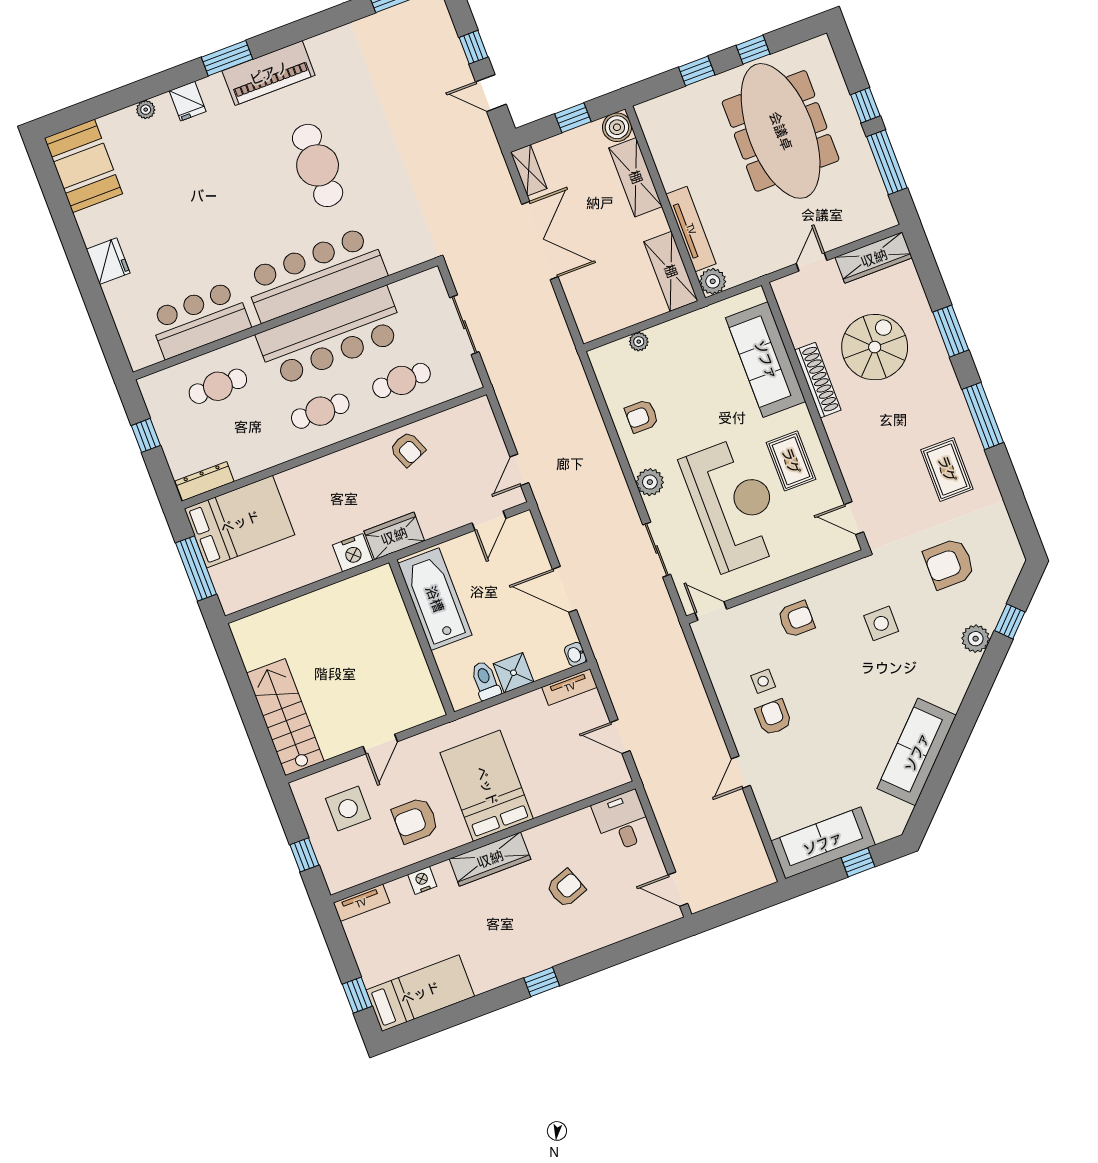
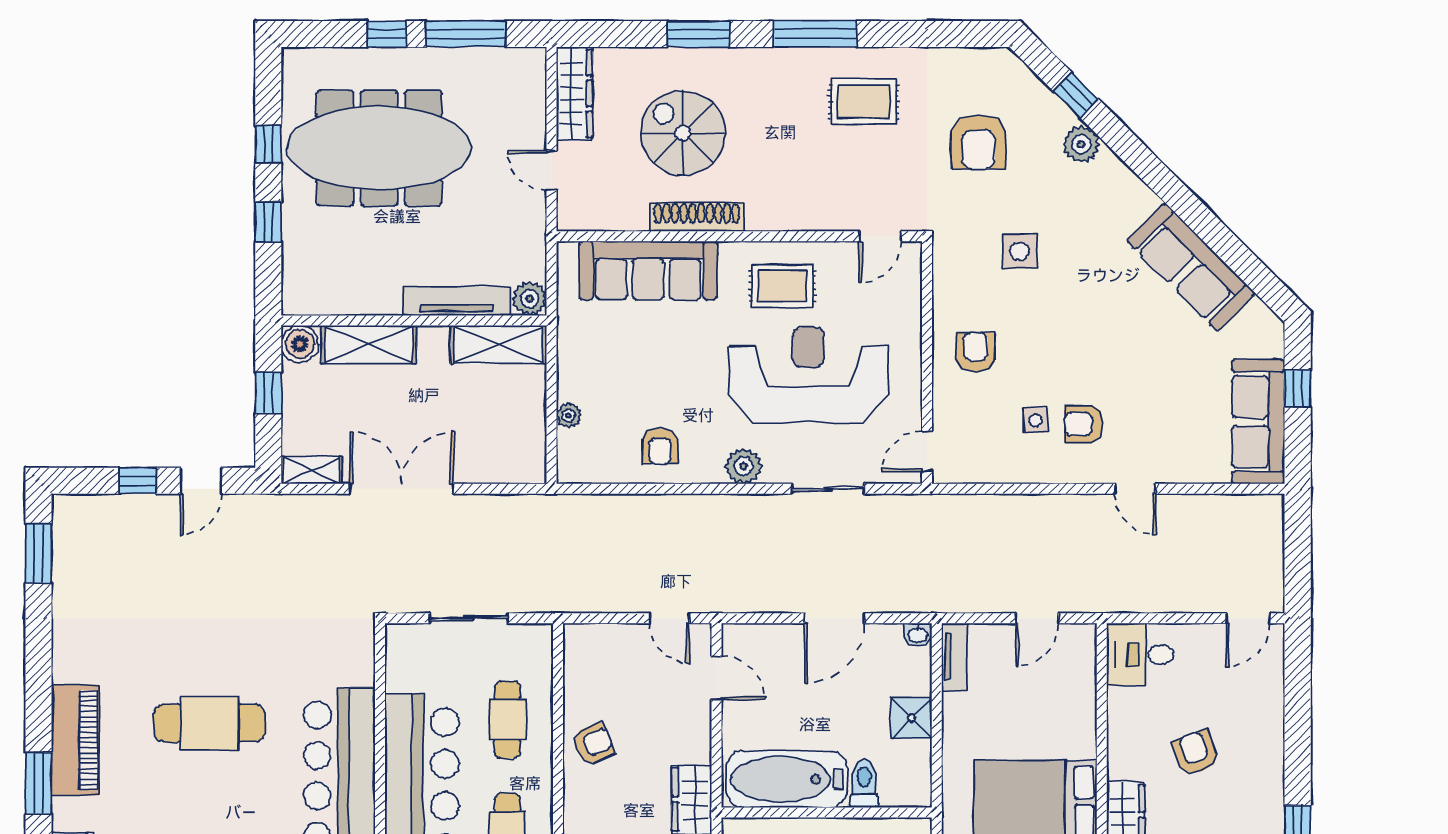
toilet: (485, 680) -> (864, 784), moved, turned 90

